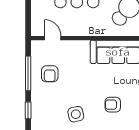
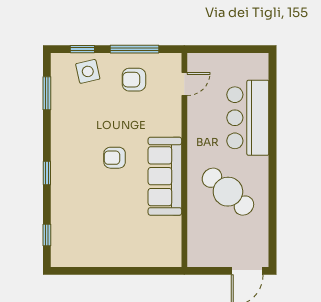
armchair: (113, 105) -> (115, 158), moved, turned -90
side table: (76, 114) -> (88, 71), moved

